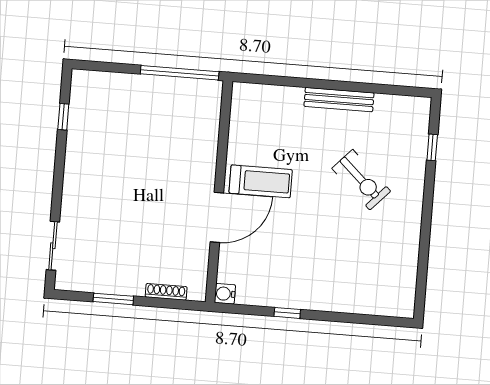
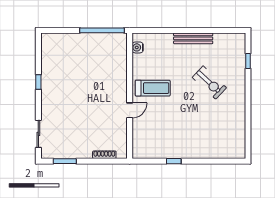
window: (63, 117) -> (38, 82), moved
door: (217, 217) -> (130, 110), width x0.53
water cooler: (225, 294) -> (138, 47), moved
window: (113, 299) -> (65, 161), moved

